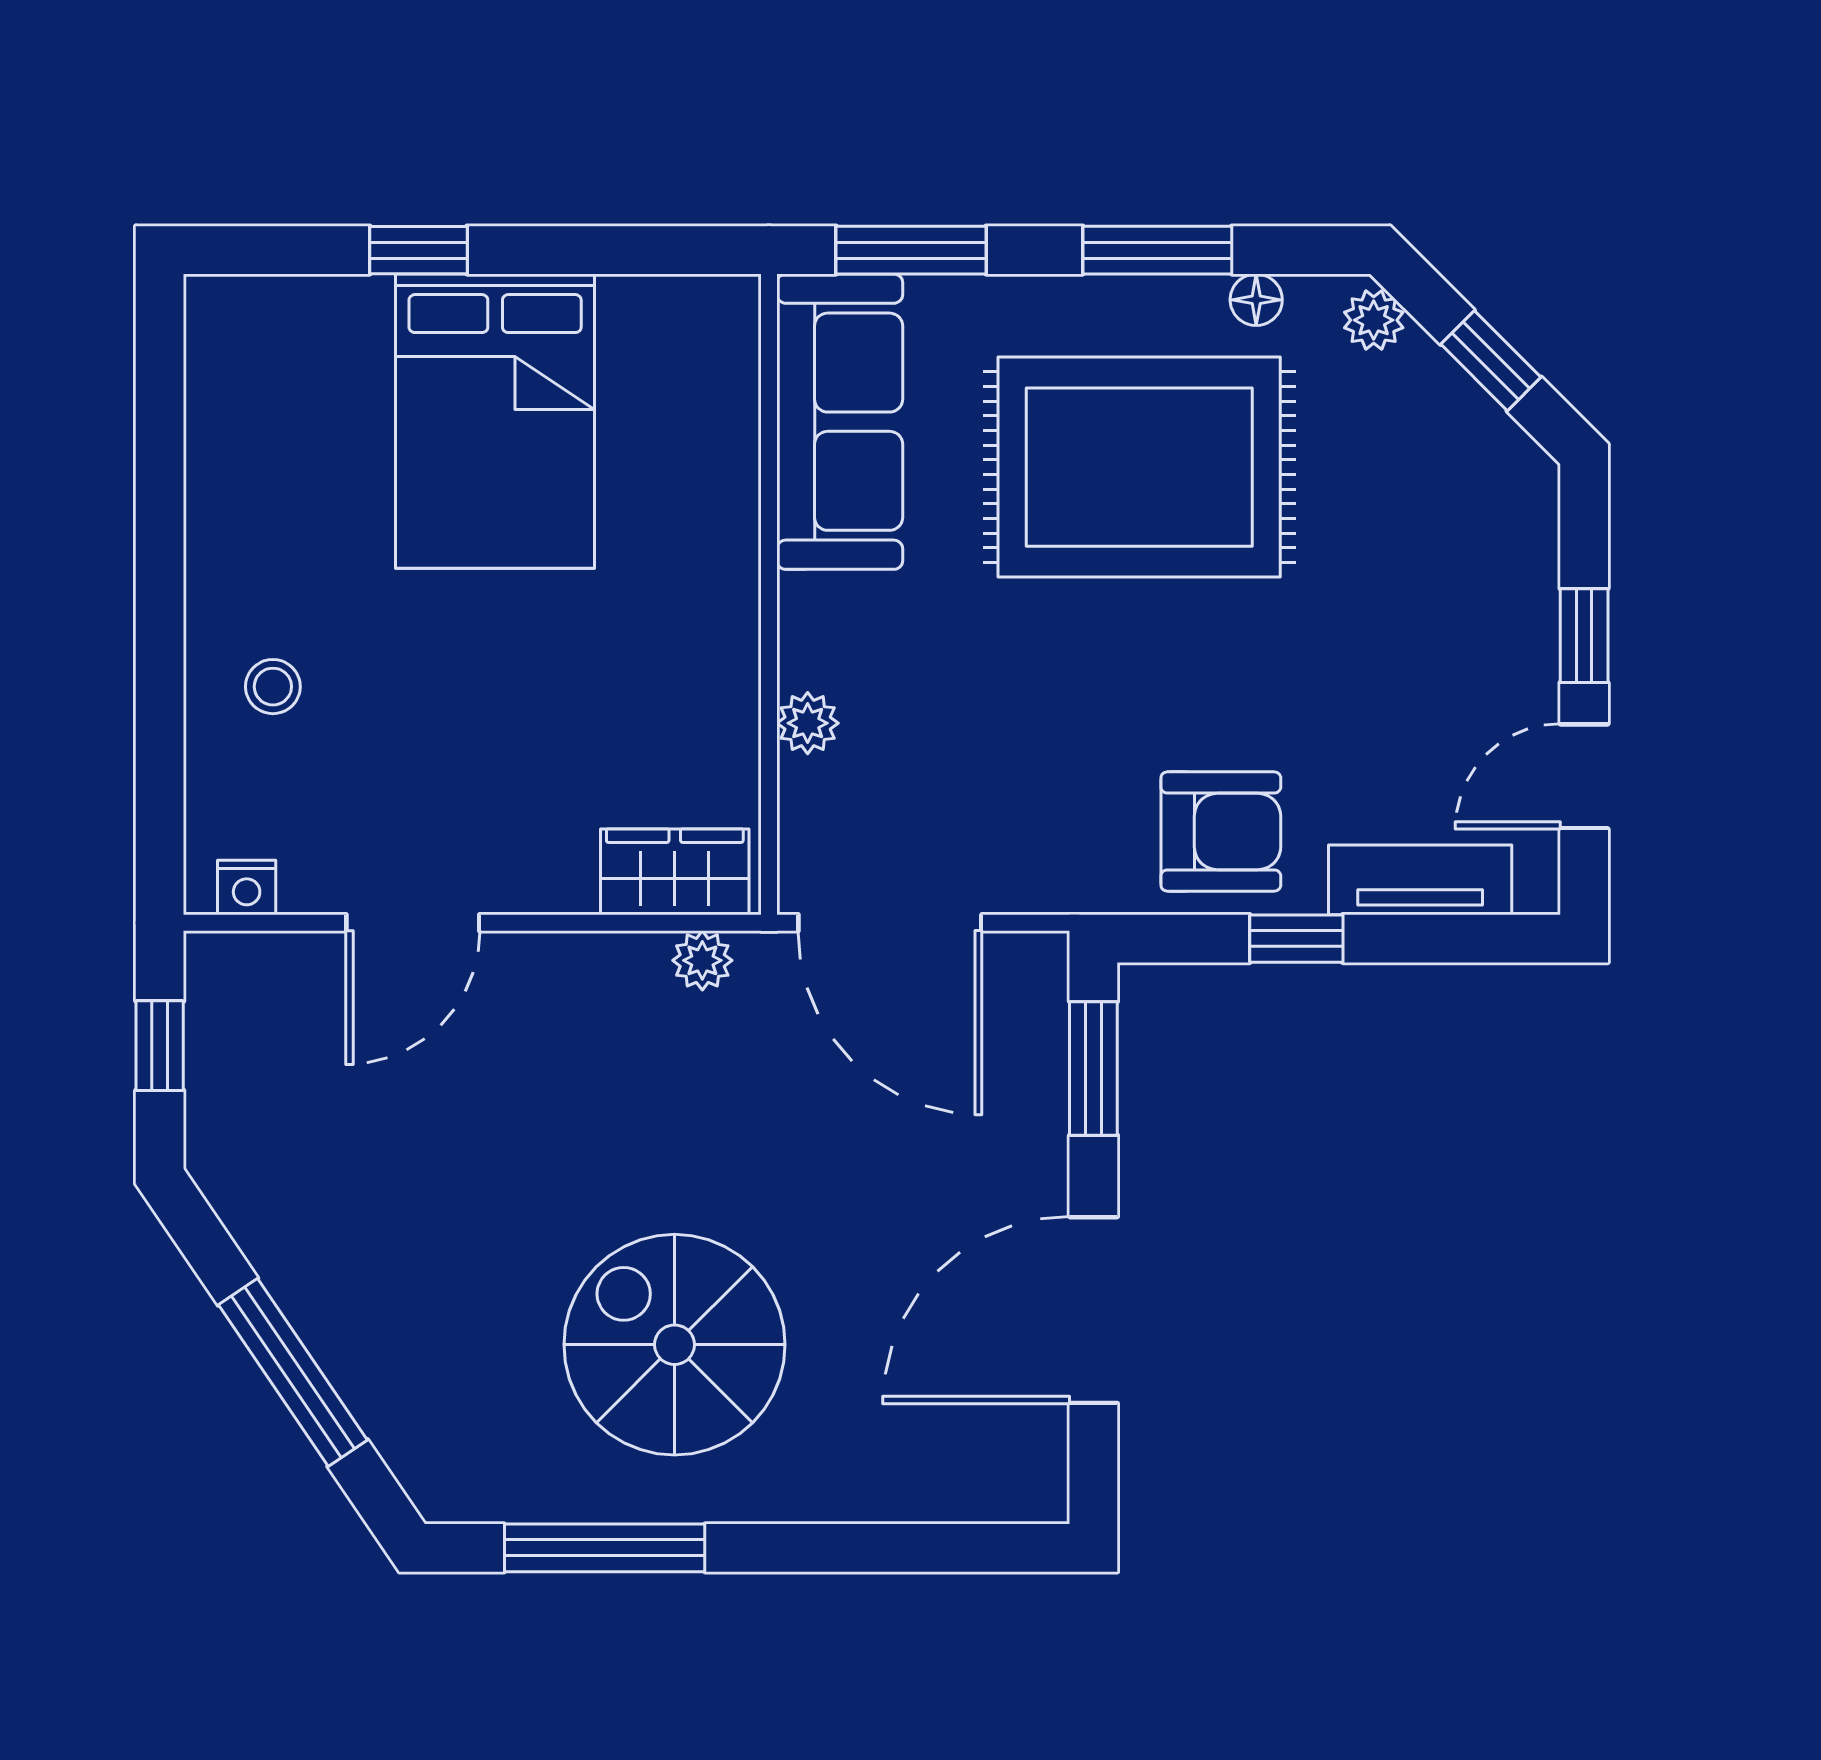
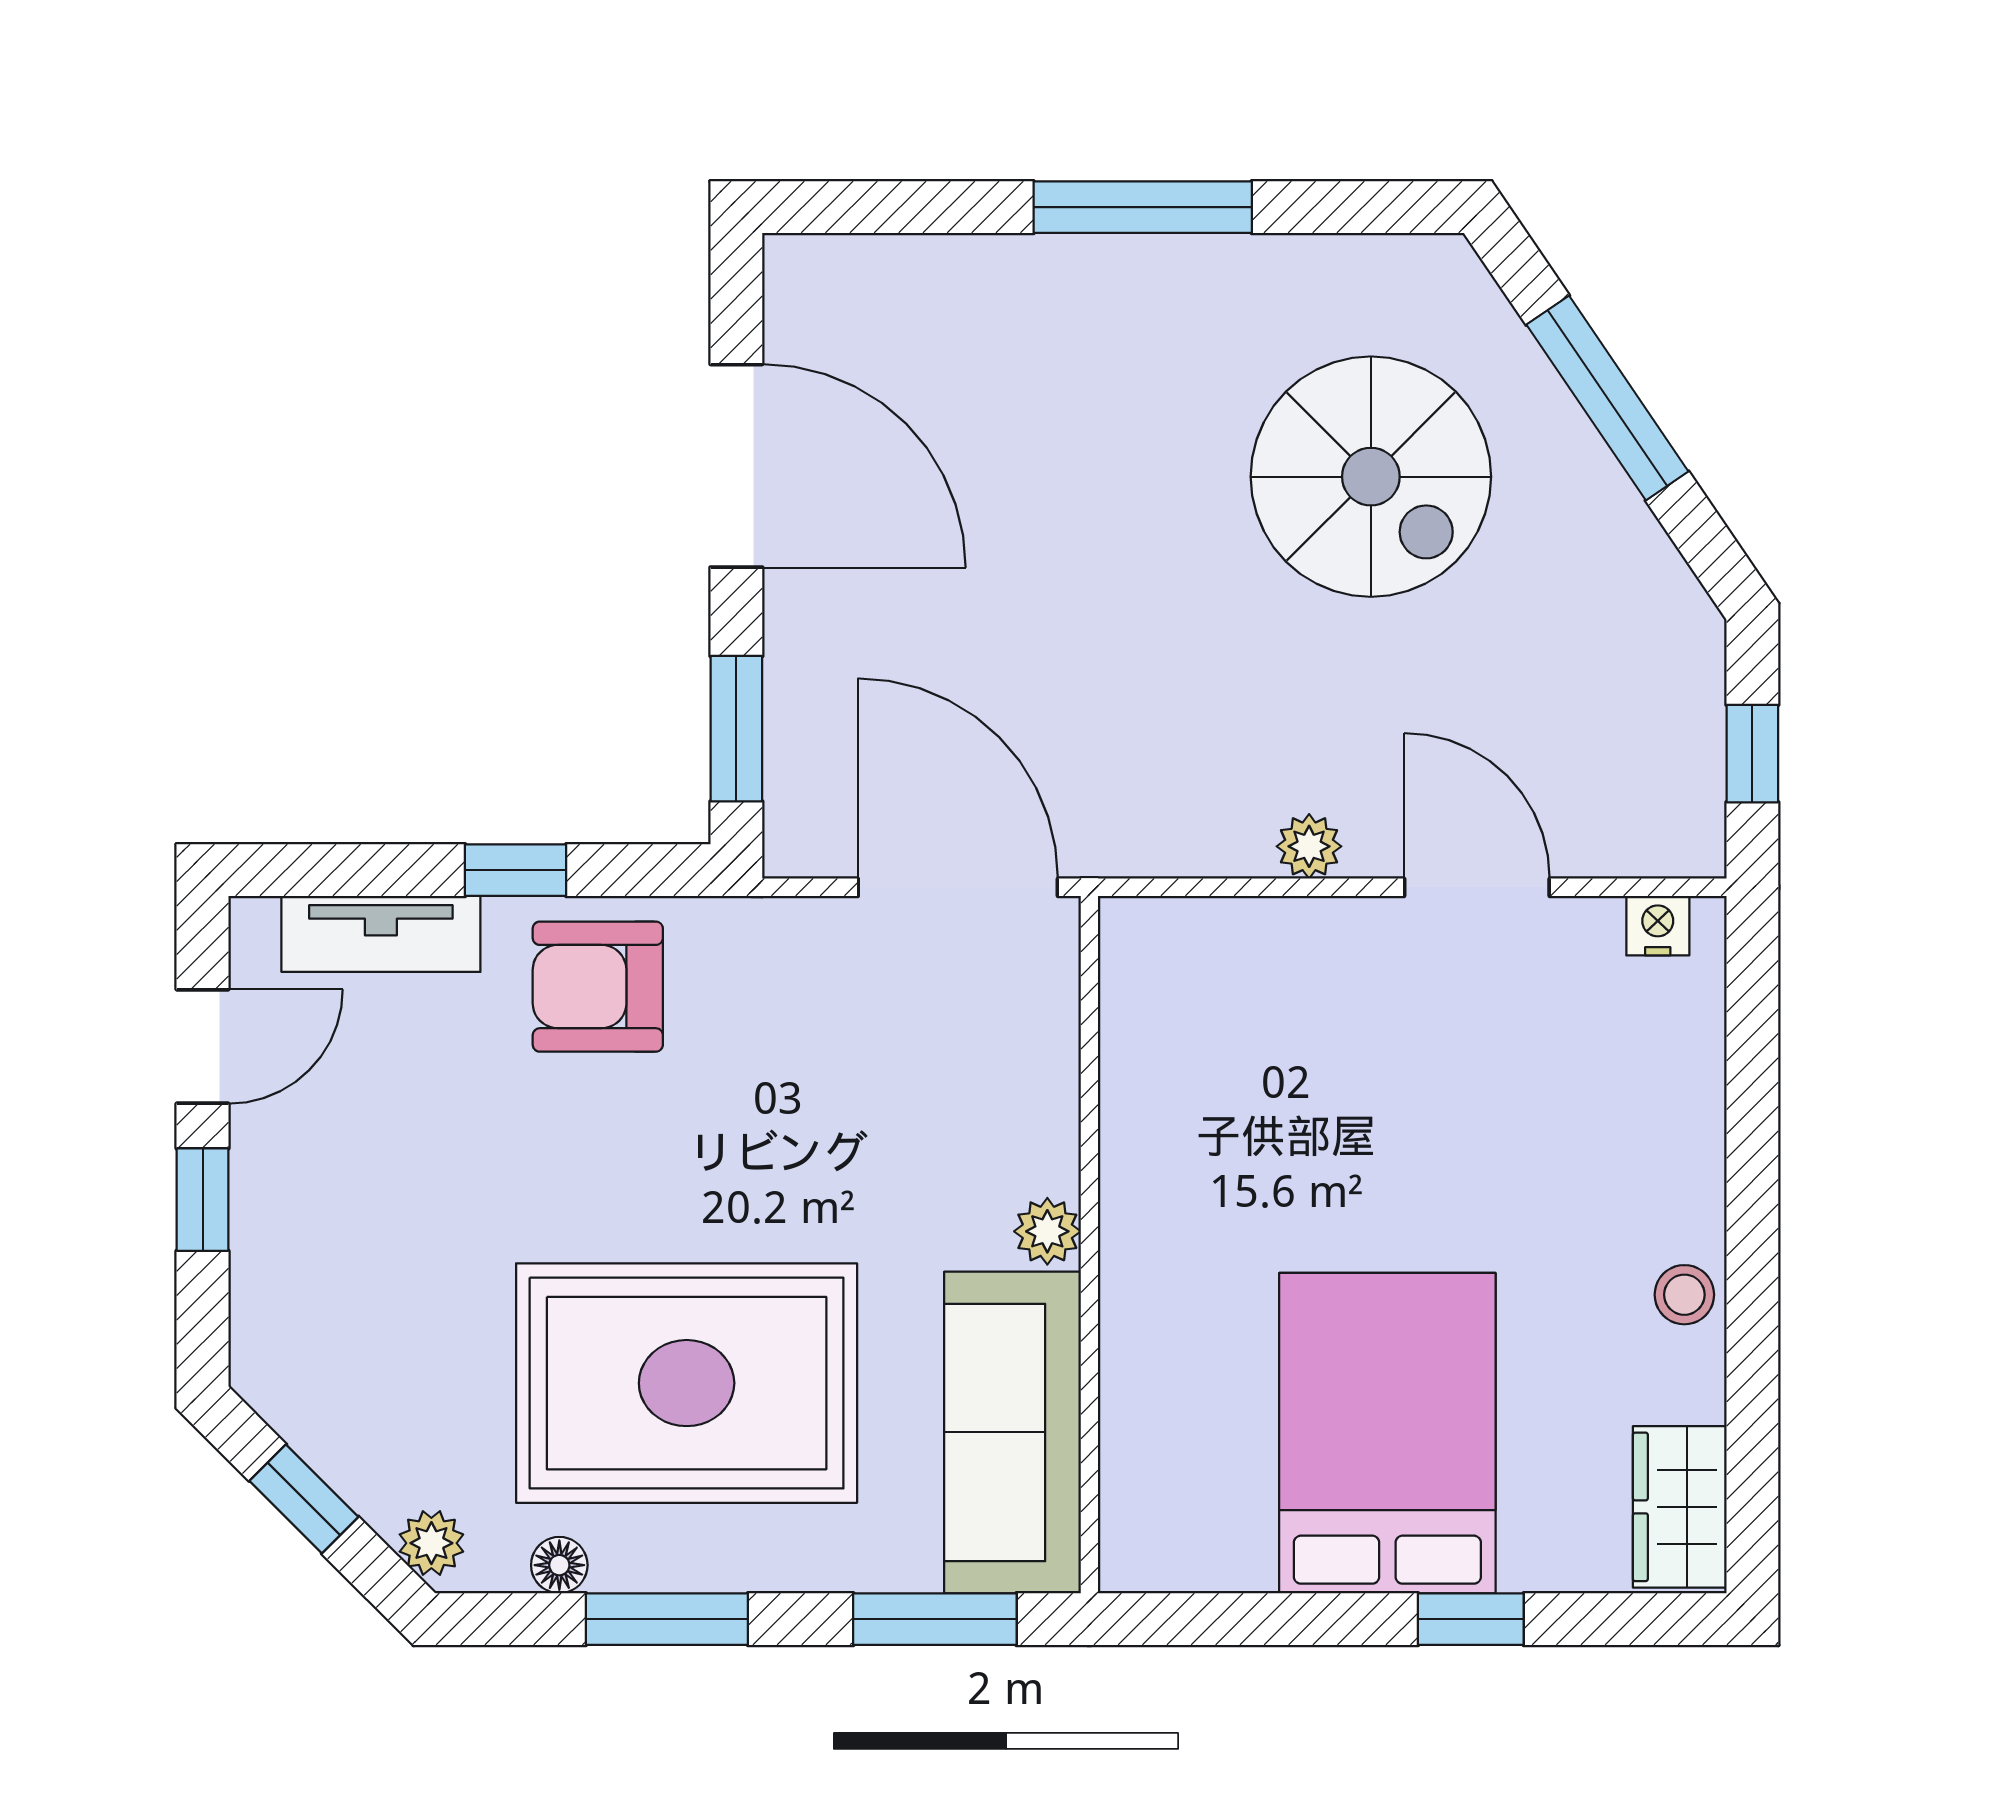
stool: (273, 687) -> (1684, 1295), moved
plant: (808, 723) -> (1047, 1231), moved
wardrobe: (675, 872) -> (1680, 1507), moved, turned 90
door: (413, 923) -> (1477, 887), hinge flipped
plant: (702, 960) -> (1309, 846), moved
door: (1093, 1310) -> (736, 466), hinge flipped
spiral stairs: (674, 1345) -> (1371, 477), moved
window: (605, 1548) -> (1143, 207), moved

